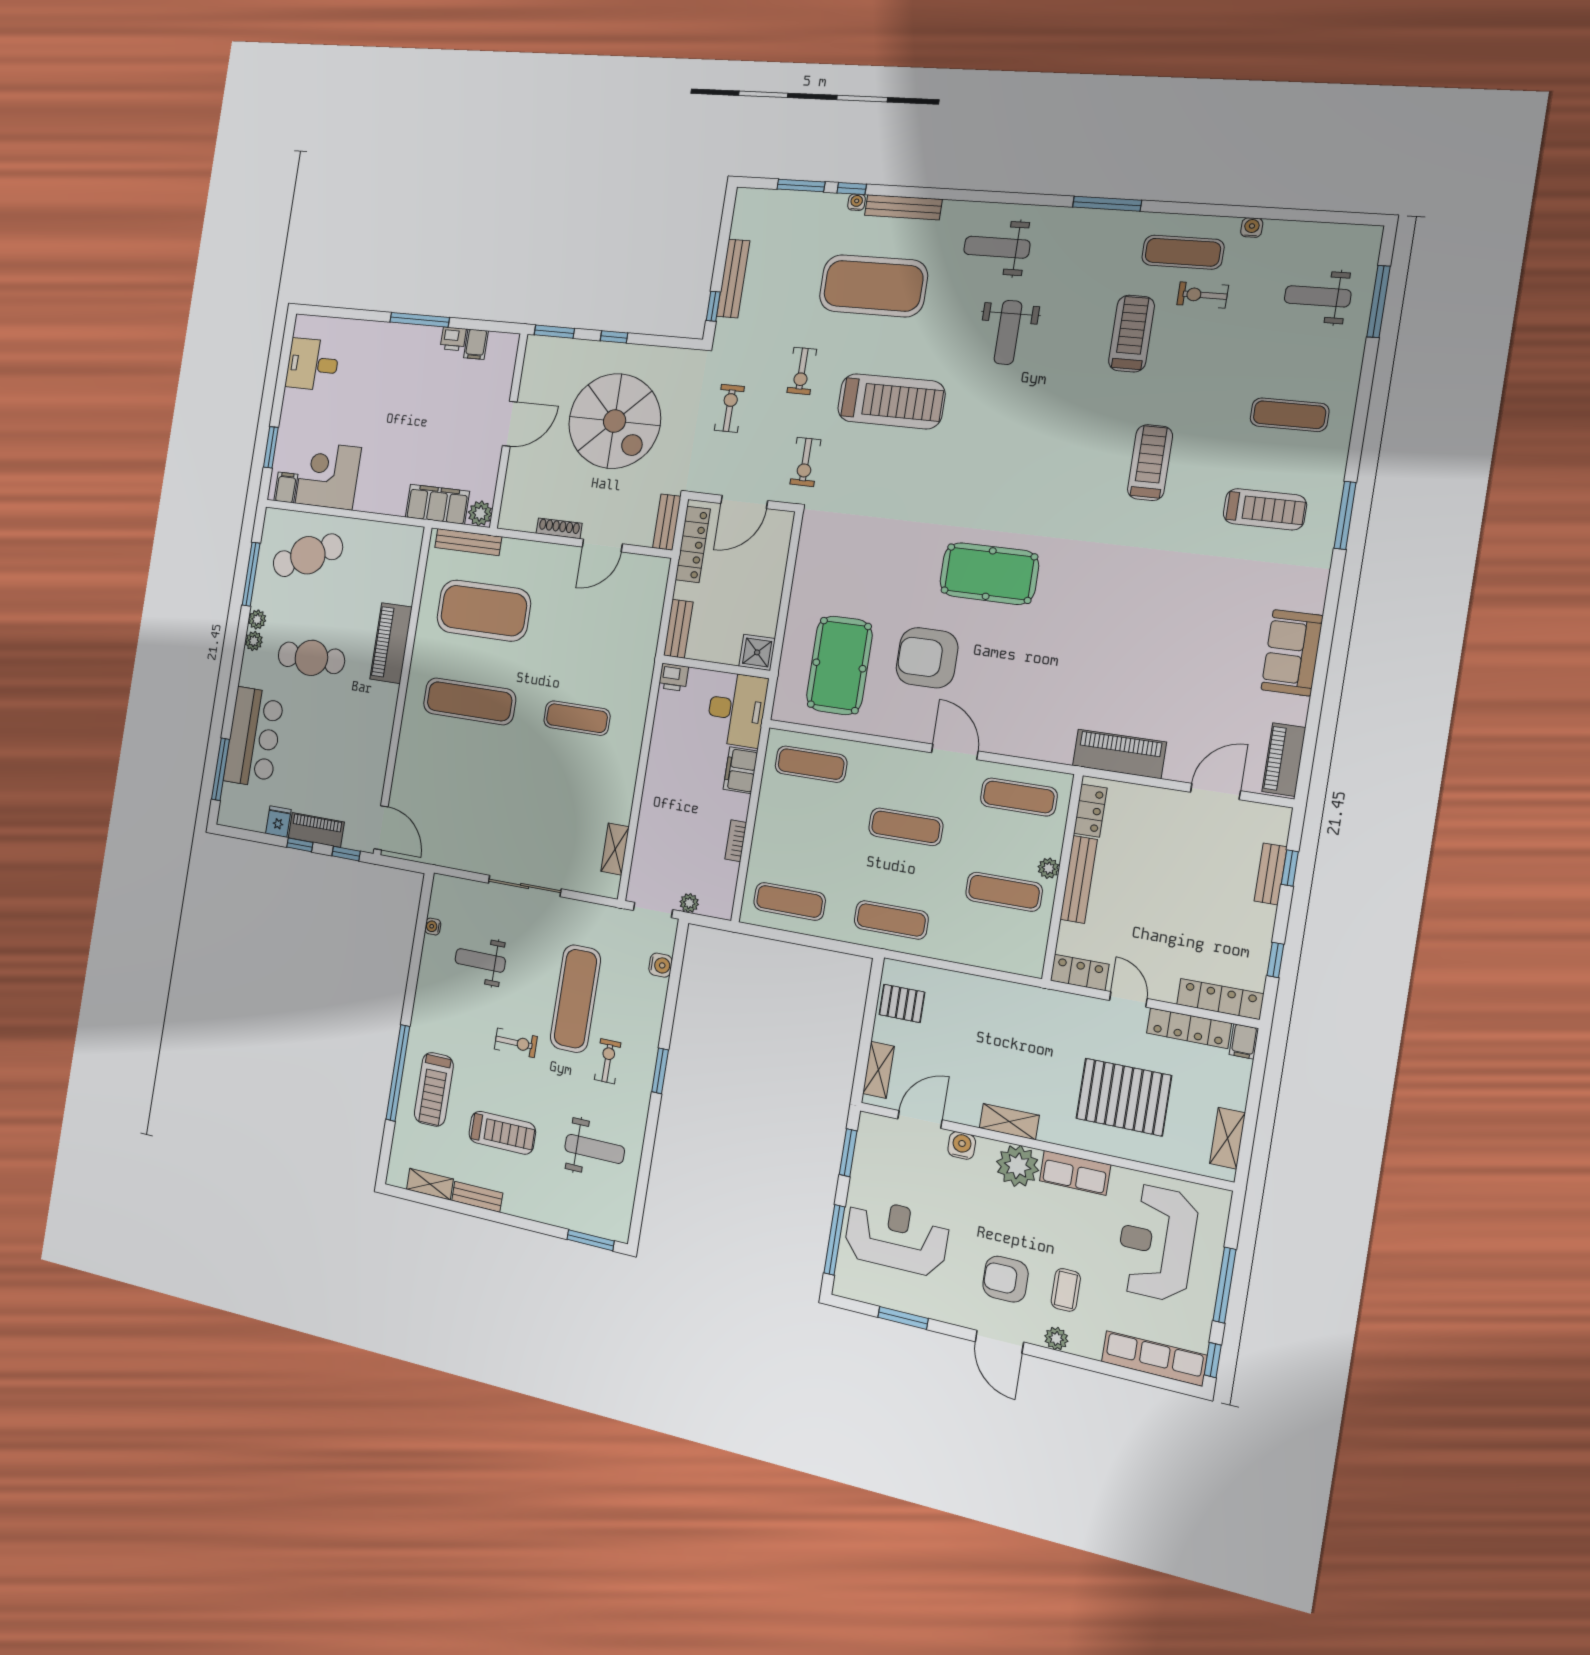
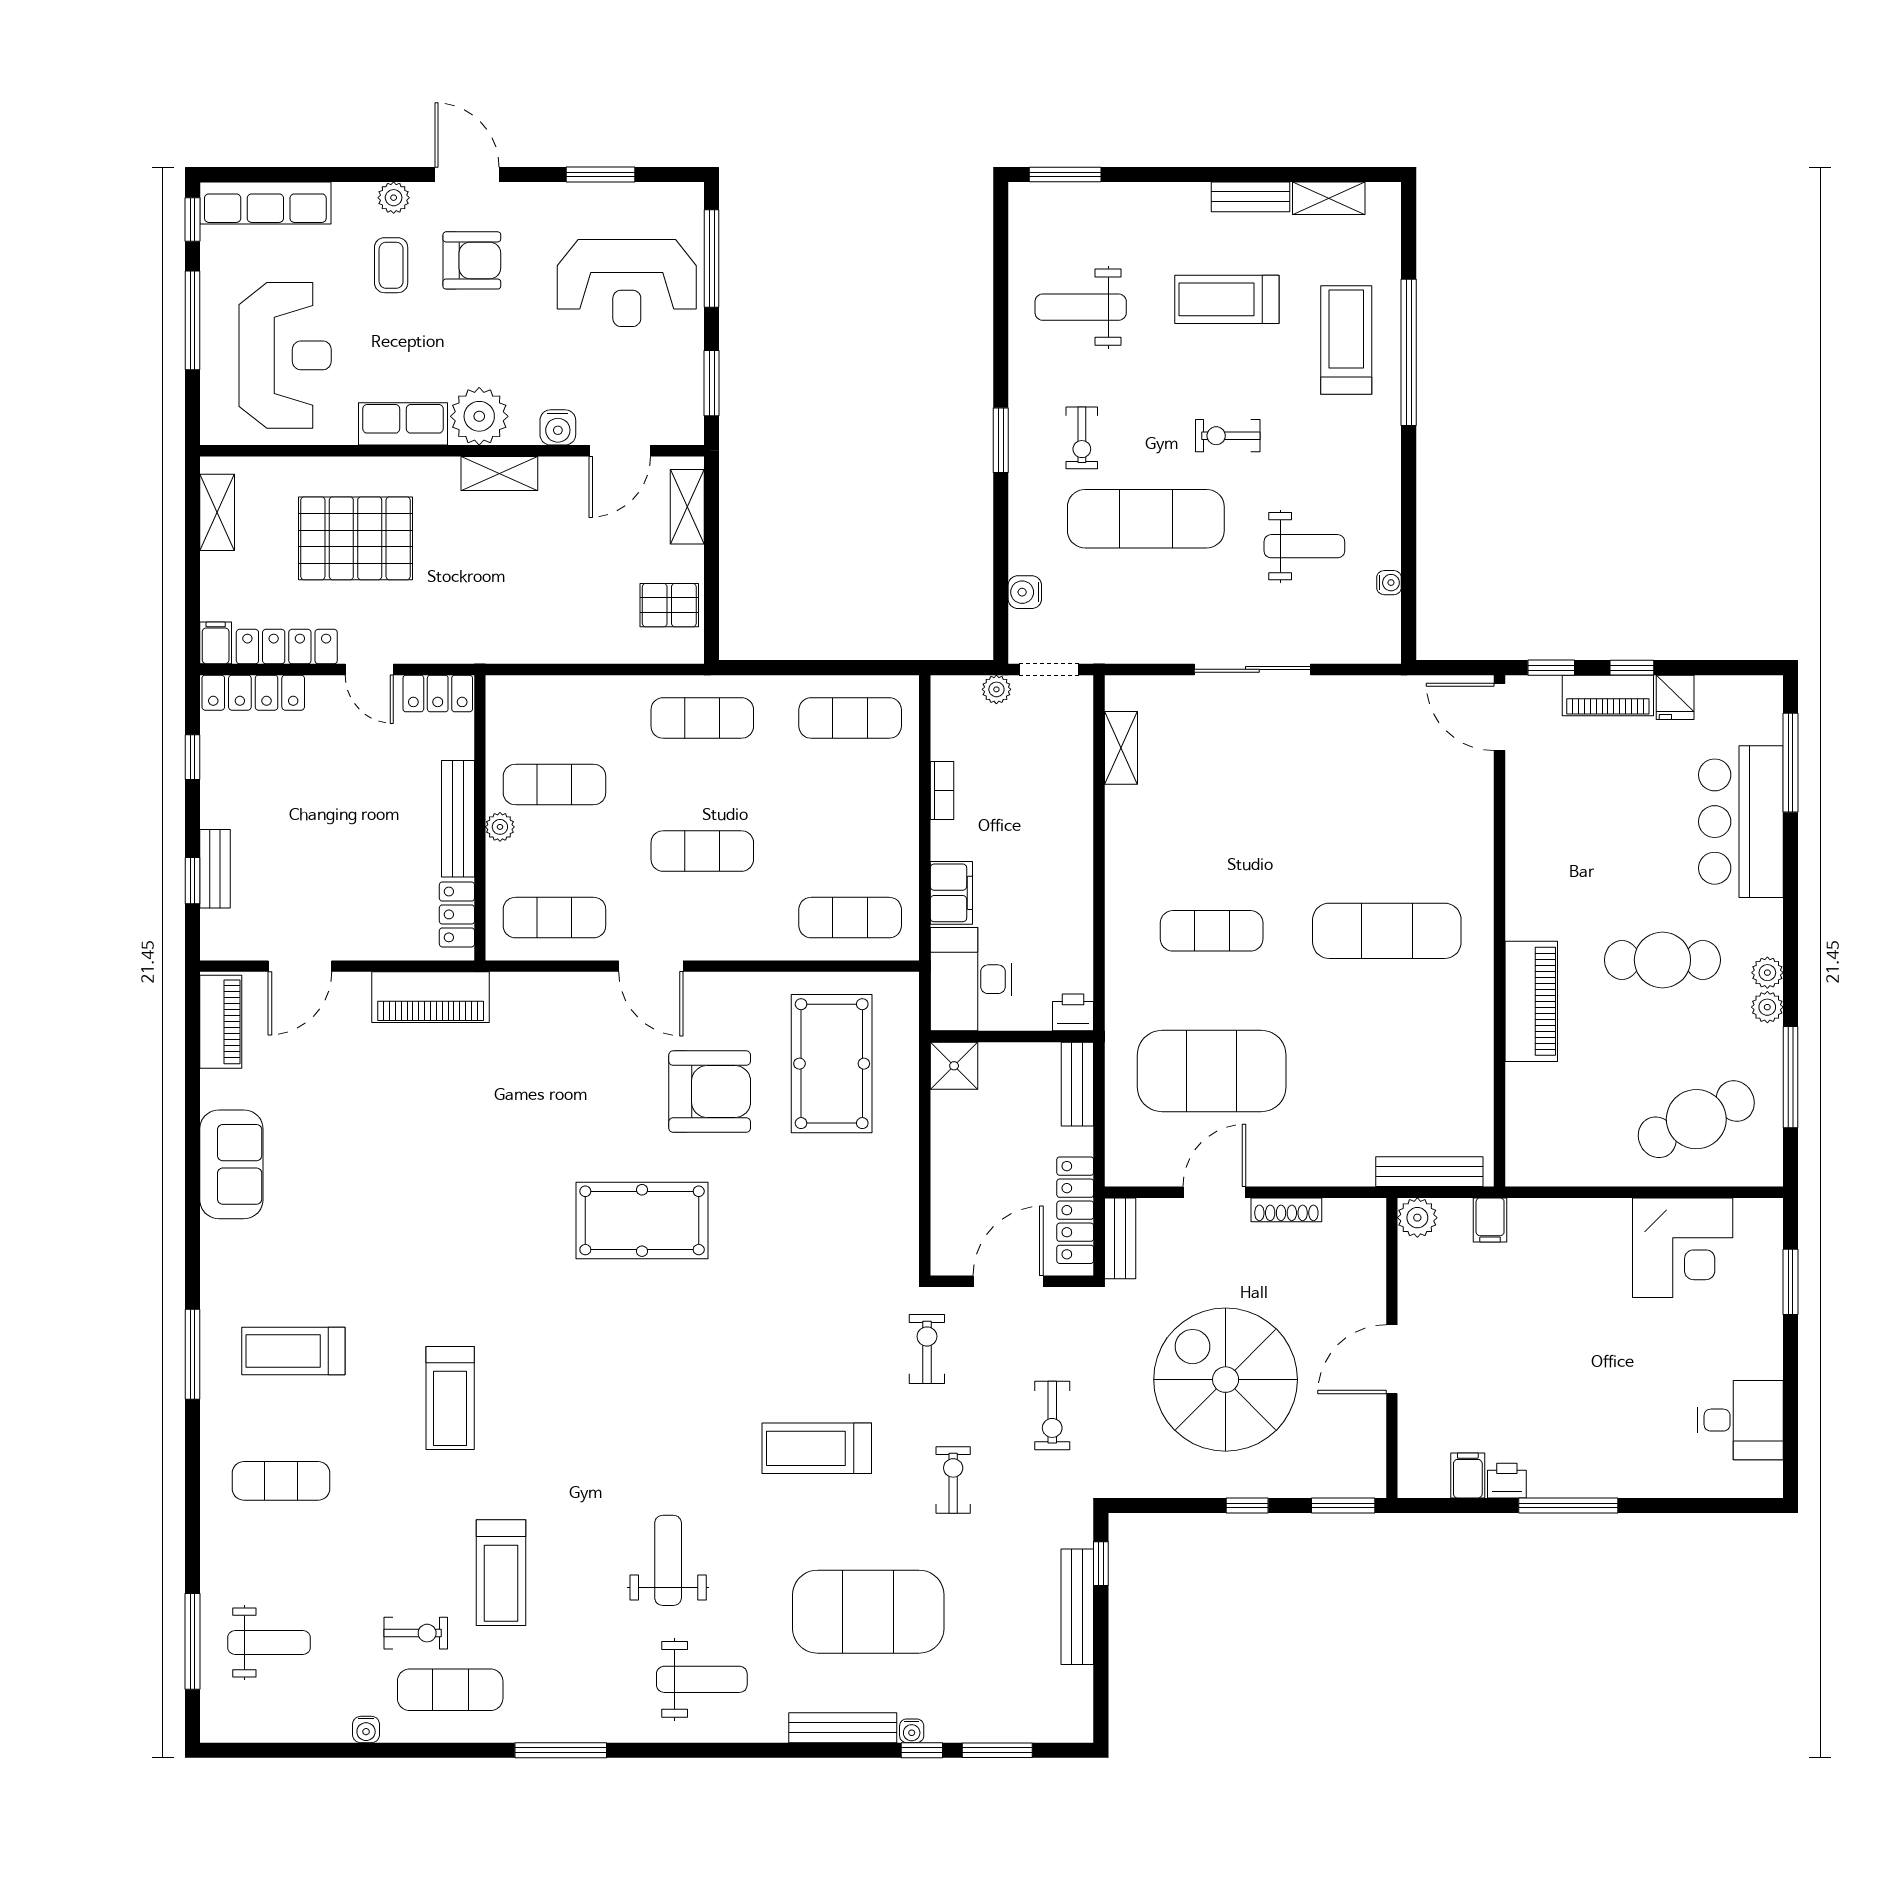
treadmill: (891, 401) -> (817, 1448), width x0.73, depth x0.73
filing cabinet: (286, 488) -> (1753, 1221), removed
filing cabinet: (437, 504) -> (1490, 1220), width x0.33, depth x0.86
exercise mat: (484, 611) -> (1212, 1071), moved
exercise mat: (575, 999) -> (1146, 519), turned 90

